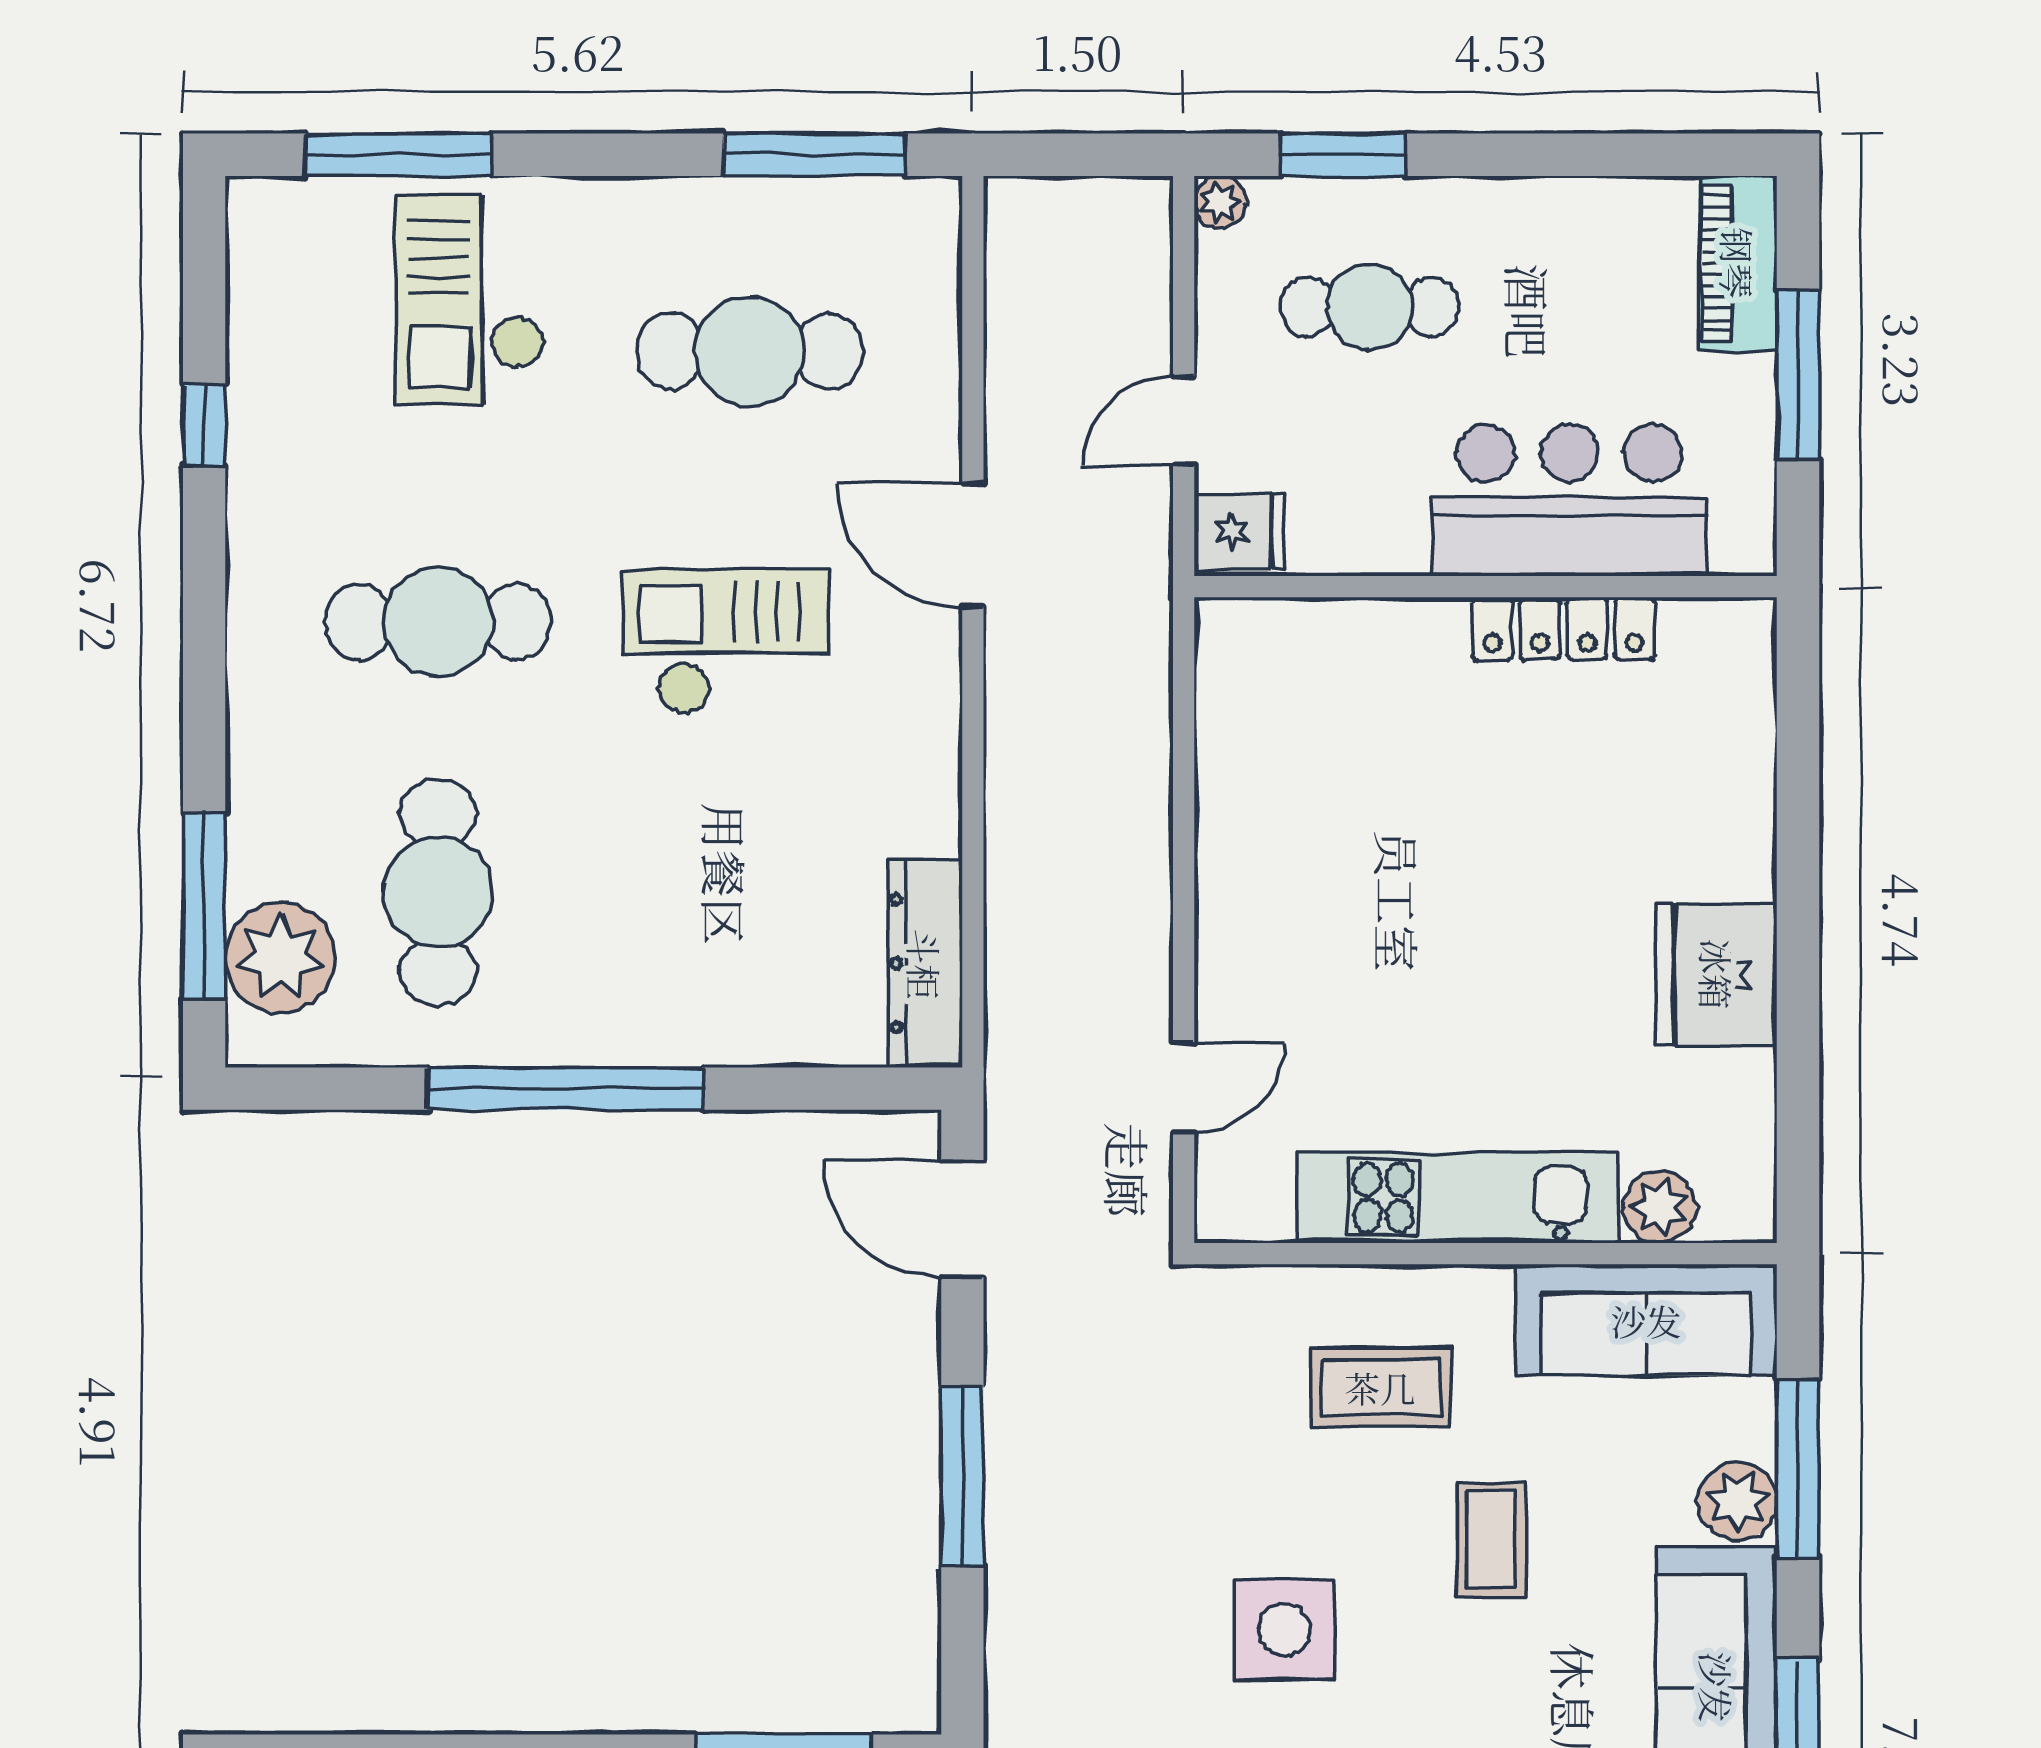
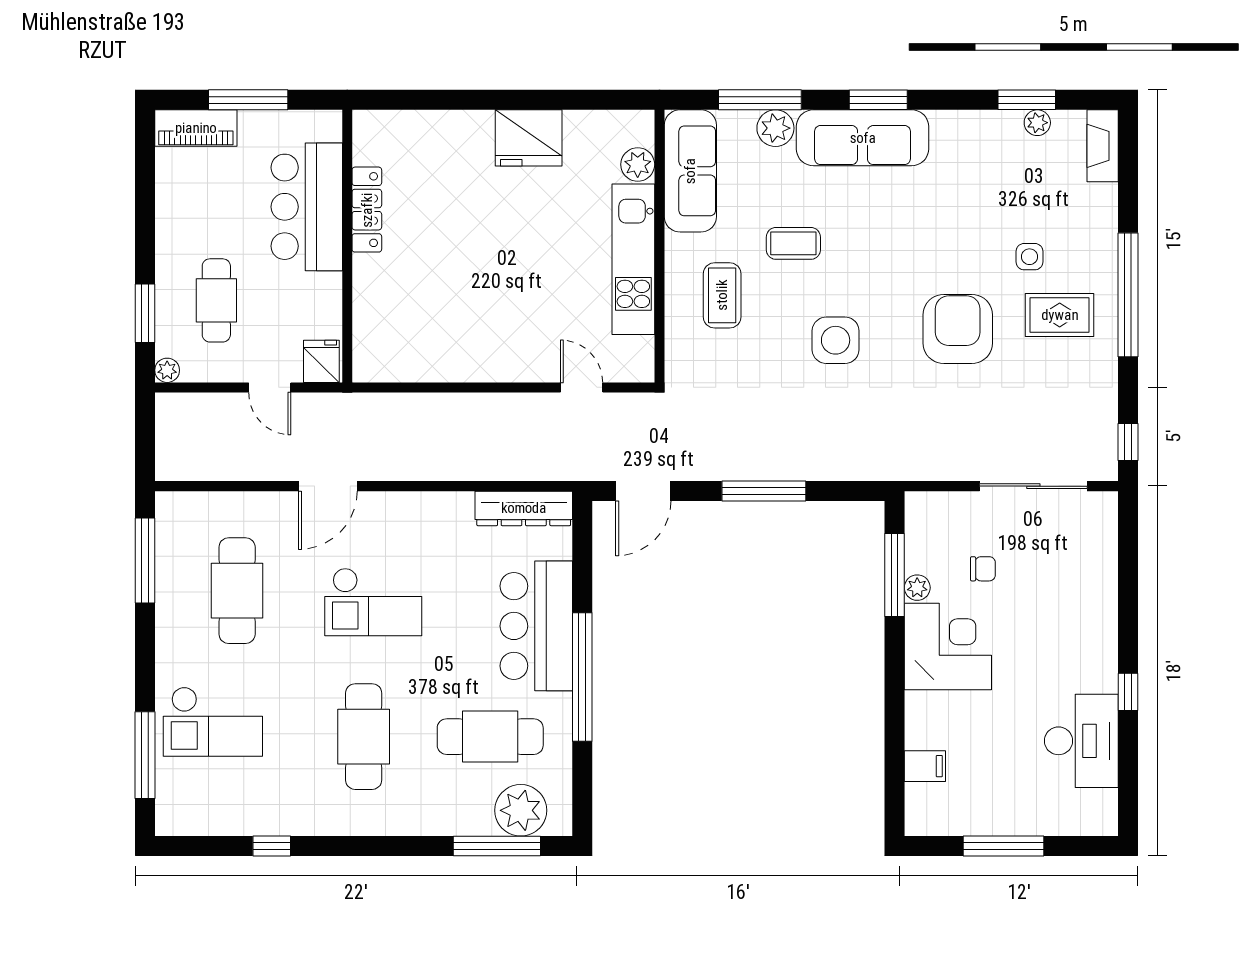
checkout: (726, 642) -> (373, 602), turned -90
bar counter: (674, 990) -> (536, 626), added

